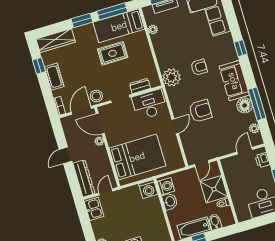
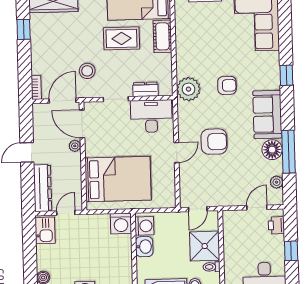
plant: (153, 30) -> (181, 22), removed
cot: (54, 77) -> (162, 36), moved
stool: (96, 96) -> (87, 71), moved

